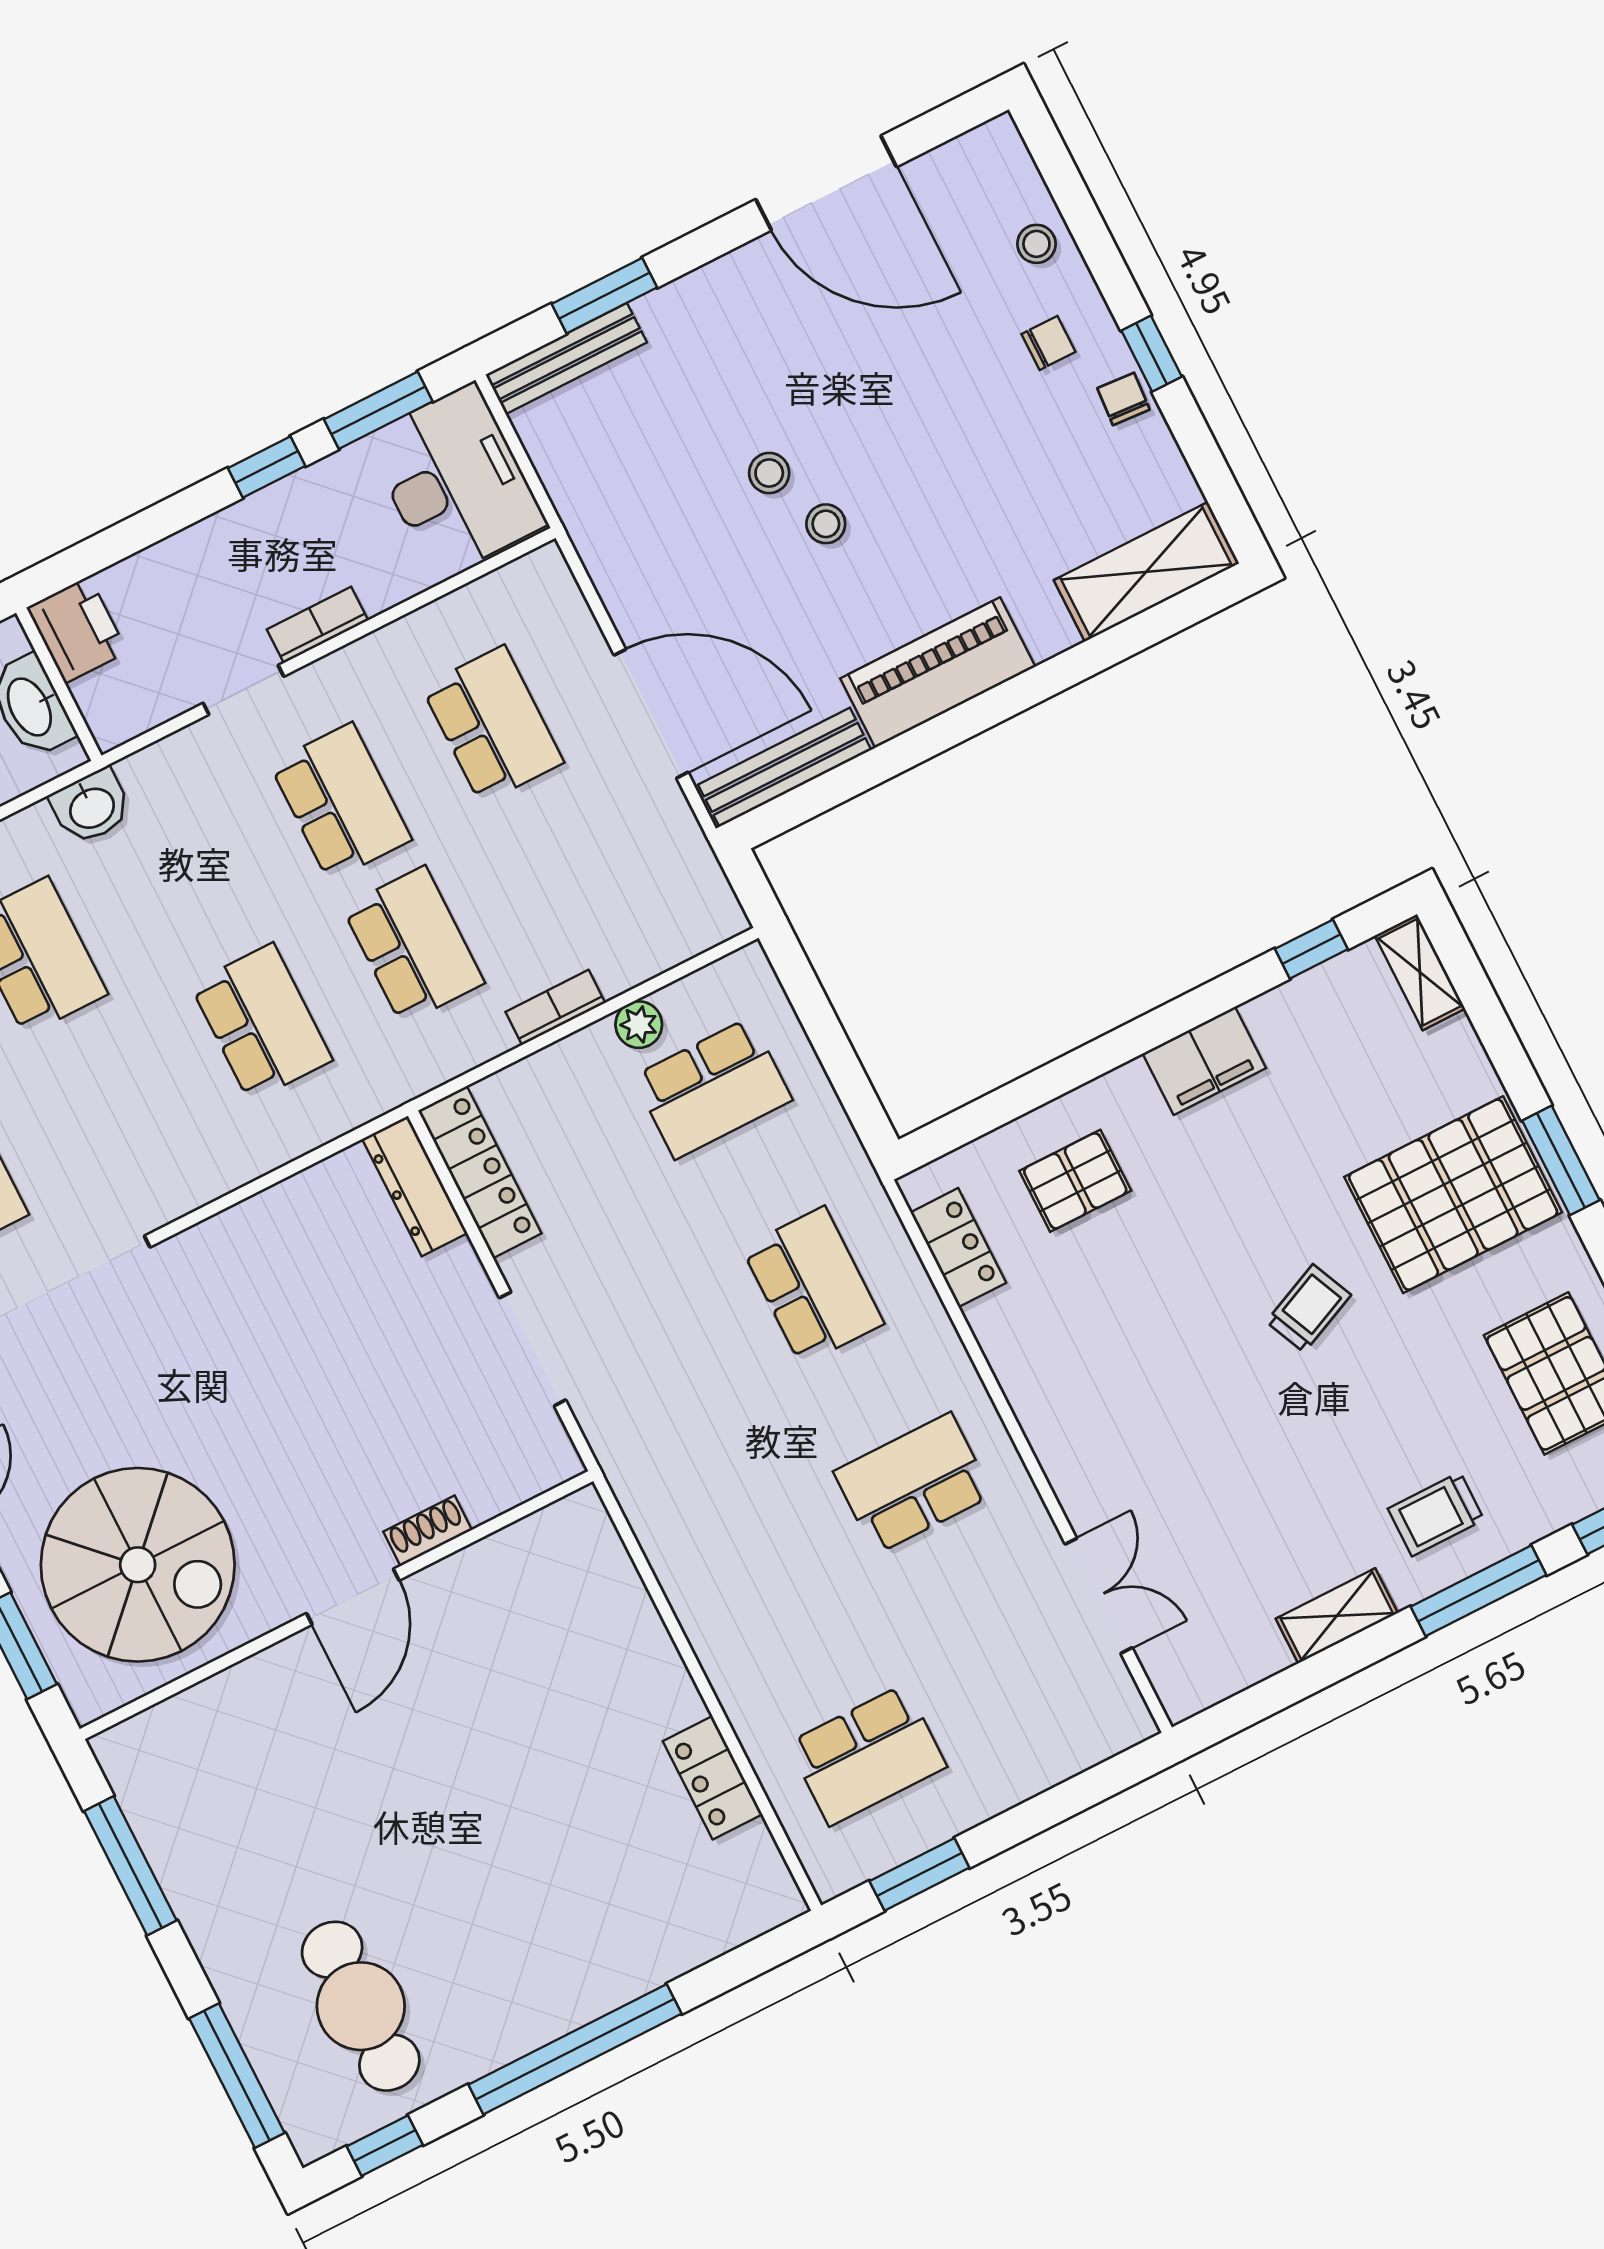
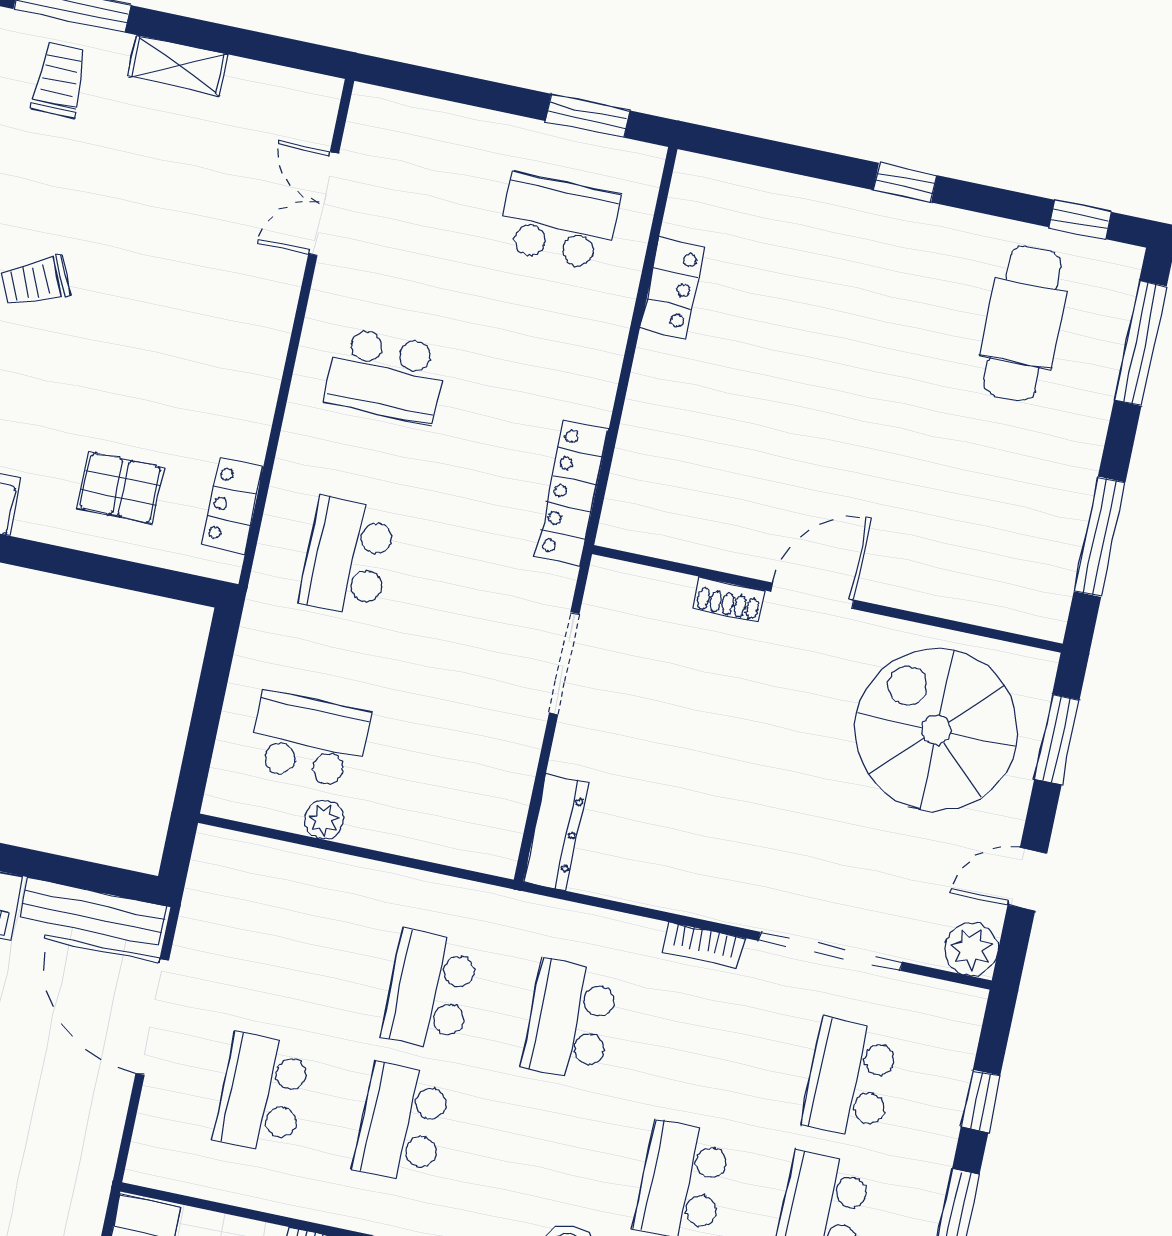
bookcase: (555, 1007) -> (703, 945), moved
locker: (480, 1172) -> (572, 493), moved
trolley: (1436, 1514) -> (60, 80), turned -90
window: (575, 2049) -> (905, 183), width x0.32

